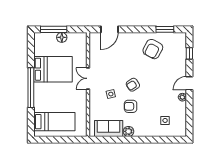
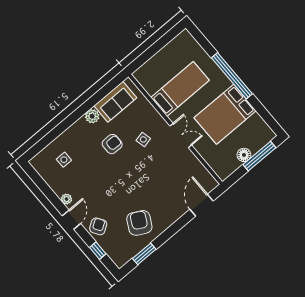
armchair: (133, 85) -> (98, 226), moved
bed: (54, 122) -> (180, 89), moved, turned 180

